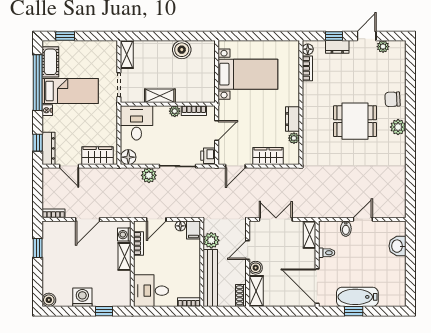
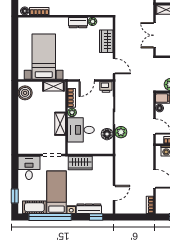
boiler: (182, 50) -> (25, 93), moved
shelving: (127, 54) -> (53, 86), moved
desk: (102, 55) -> (29, 168), added
desk: (136, 123) -> (81, 130), moved
door: (217, 130) -> (87, 80), swing flipped
dresser: (48, 148) -> (89, 209), moved
wardrobe: (97, 156) -> (80, 163), moved, turned -90
floor lamp: (128, 157) -> (107, 134), moved

